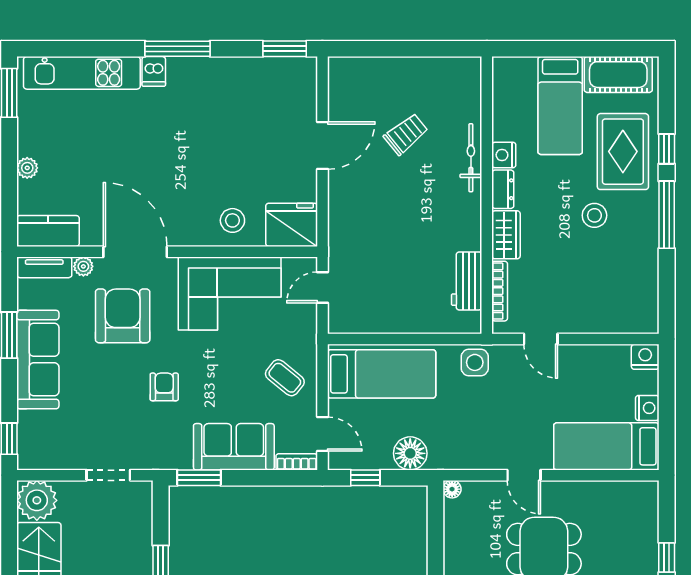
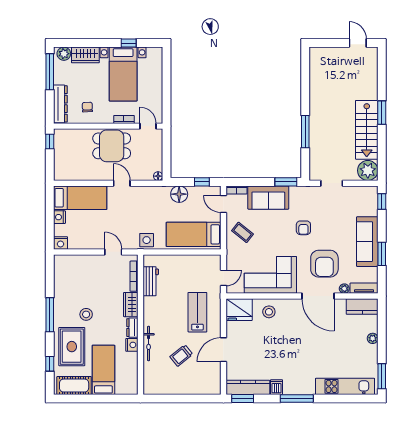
dishwasher: (154, 71) -> (276, 387), moved
kitchen counter: (274, 71) -> (248, 387), added
window: (667, 149) -> (50, 364), moved
lab bench: (374, 220) -> (197, 312), added

